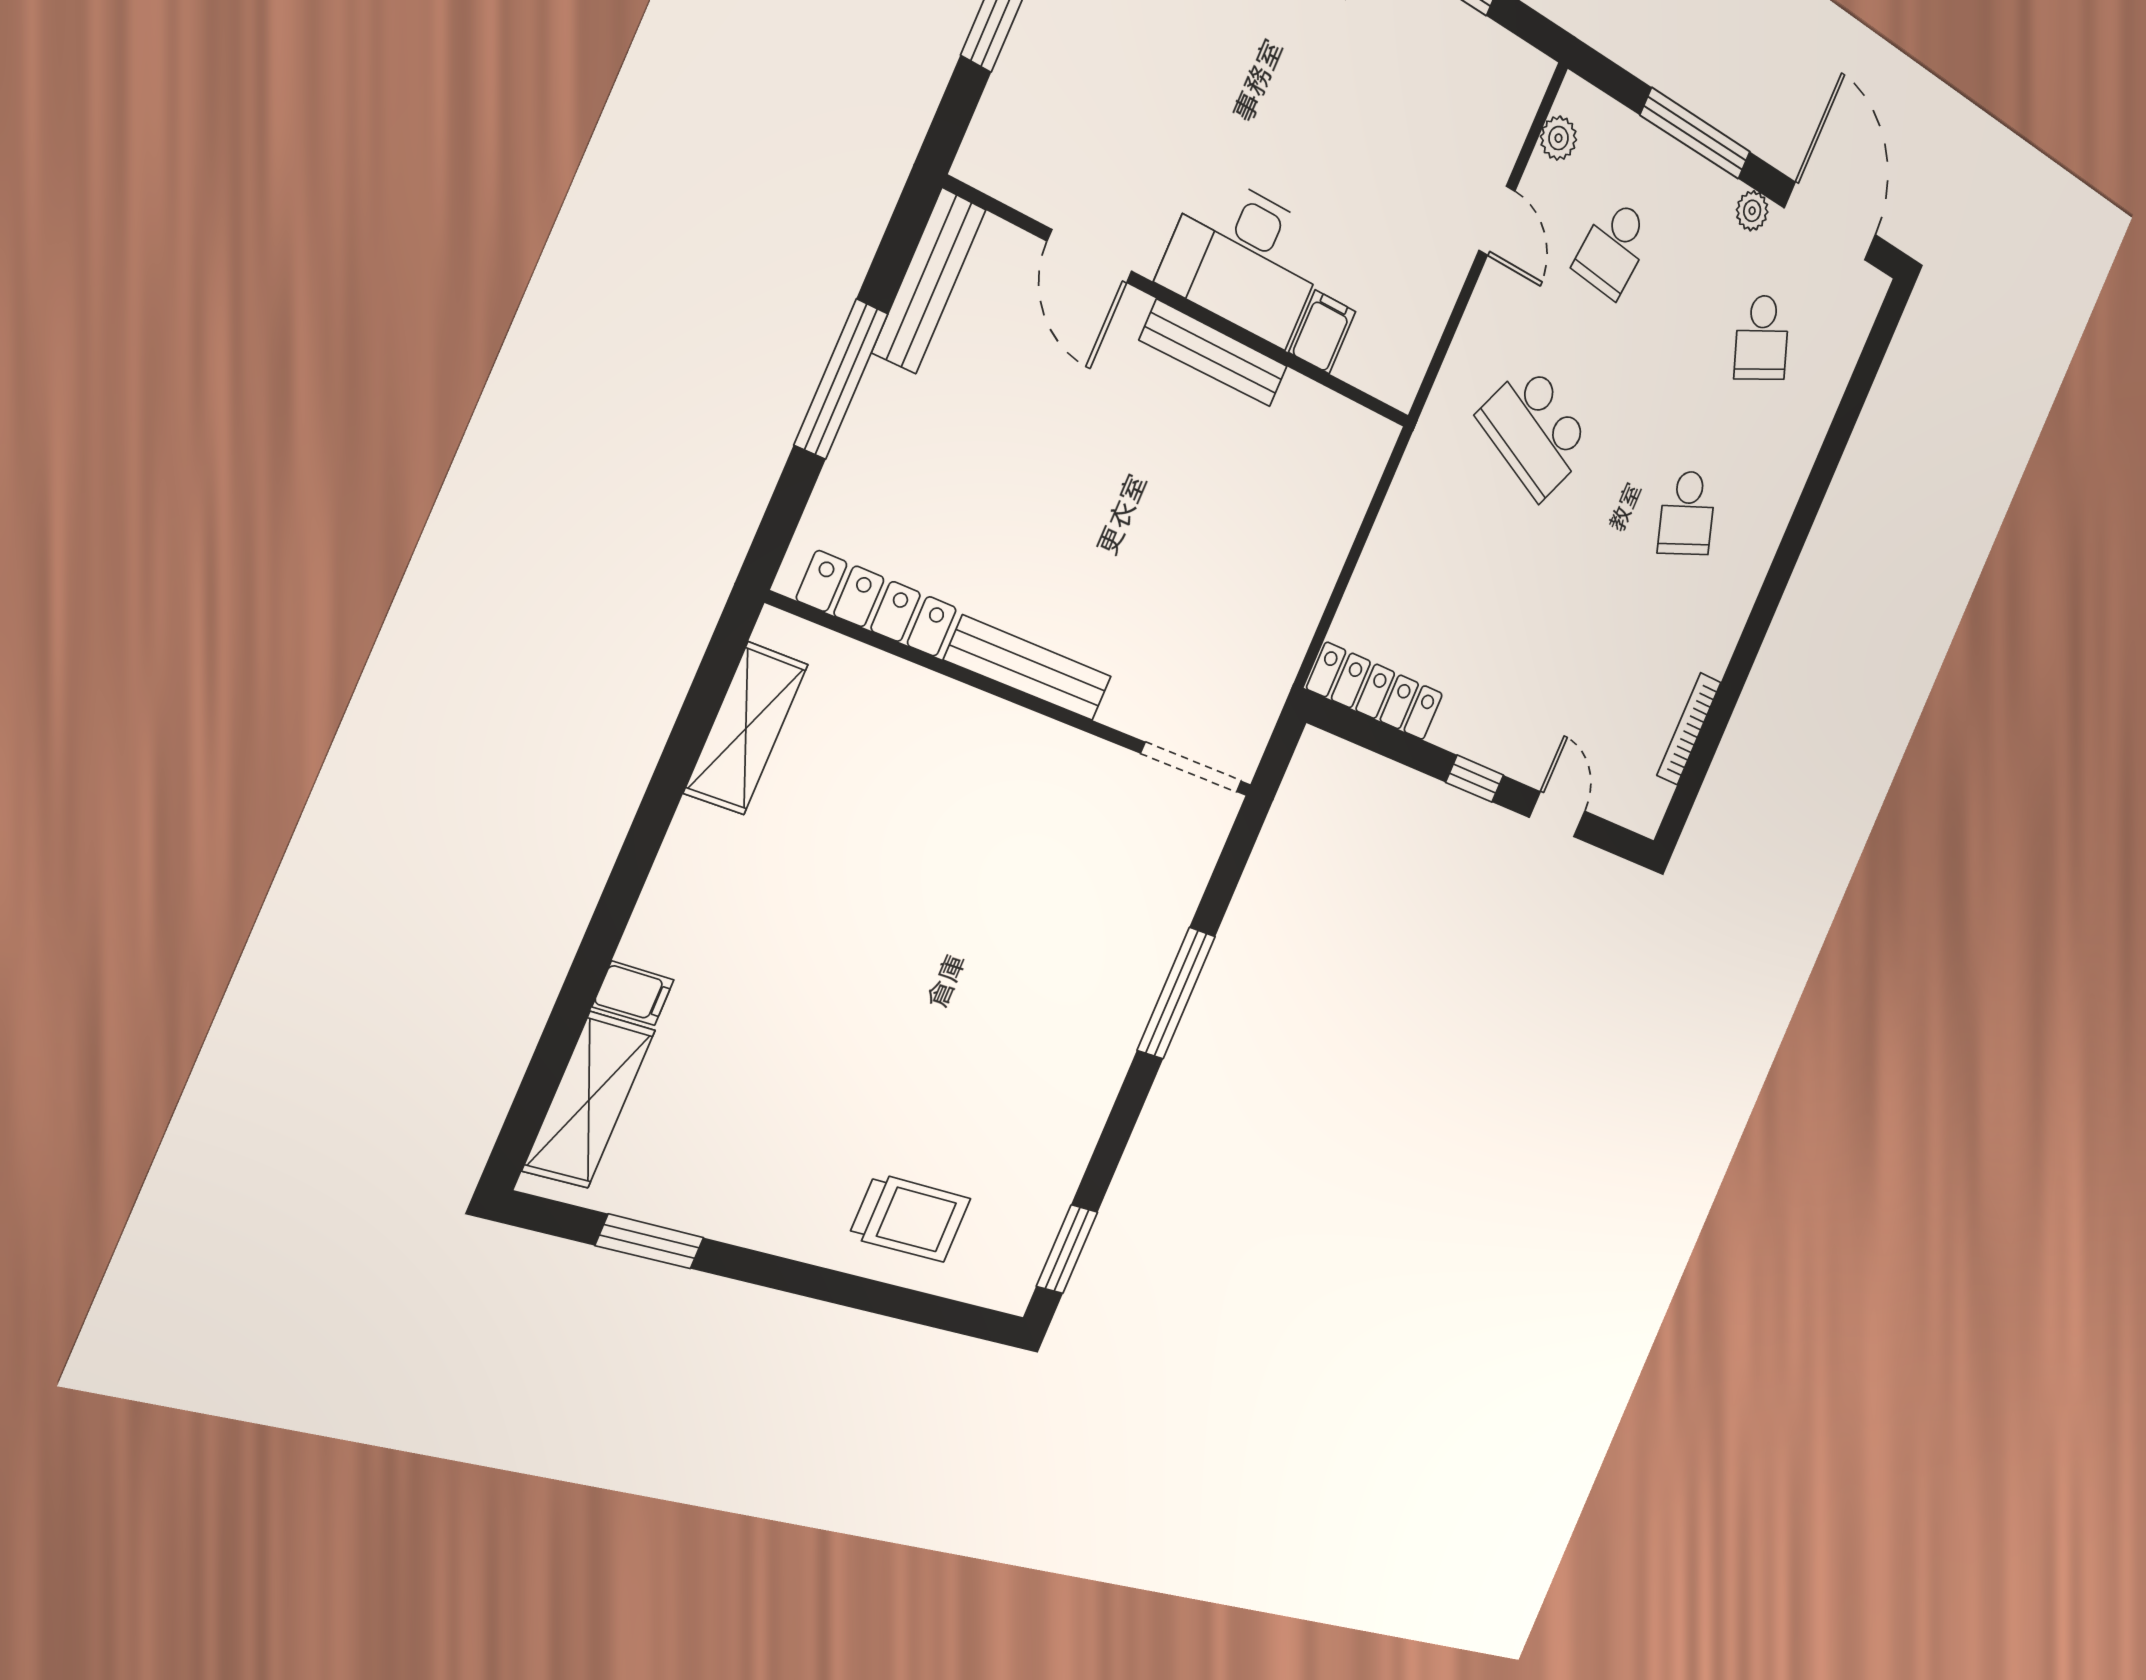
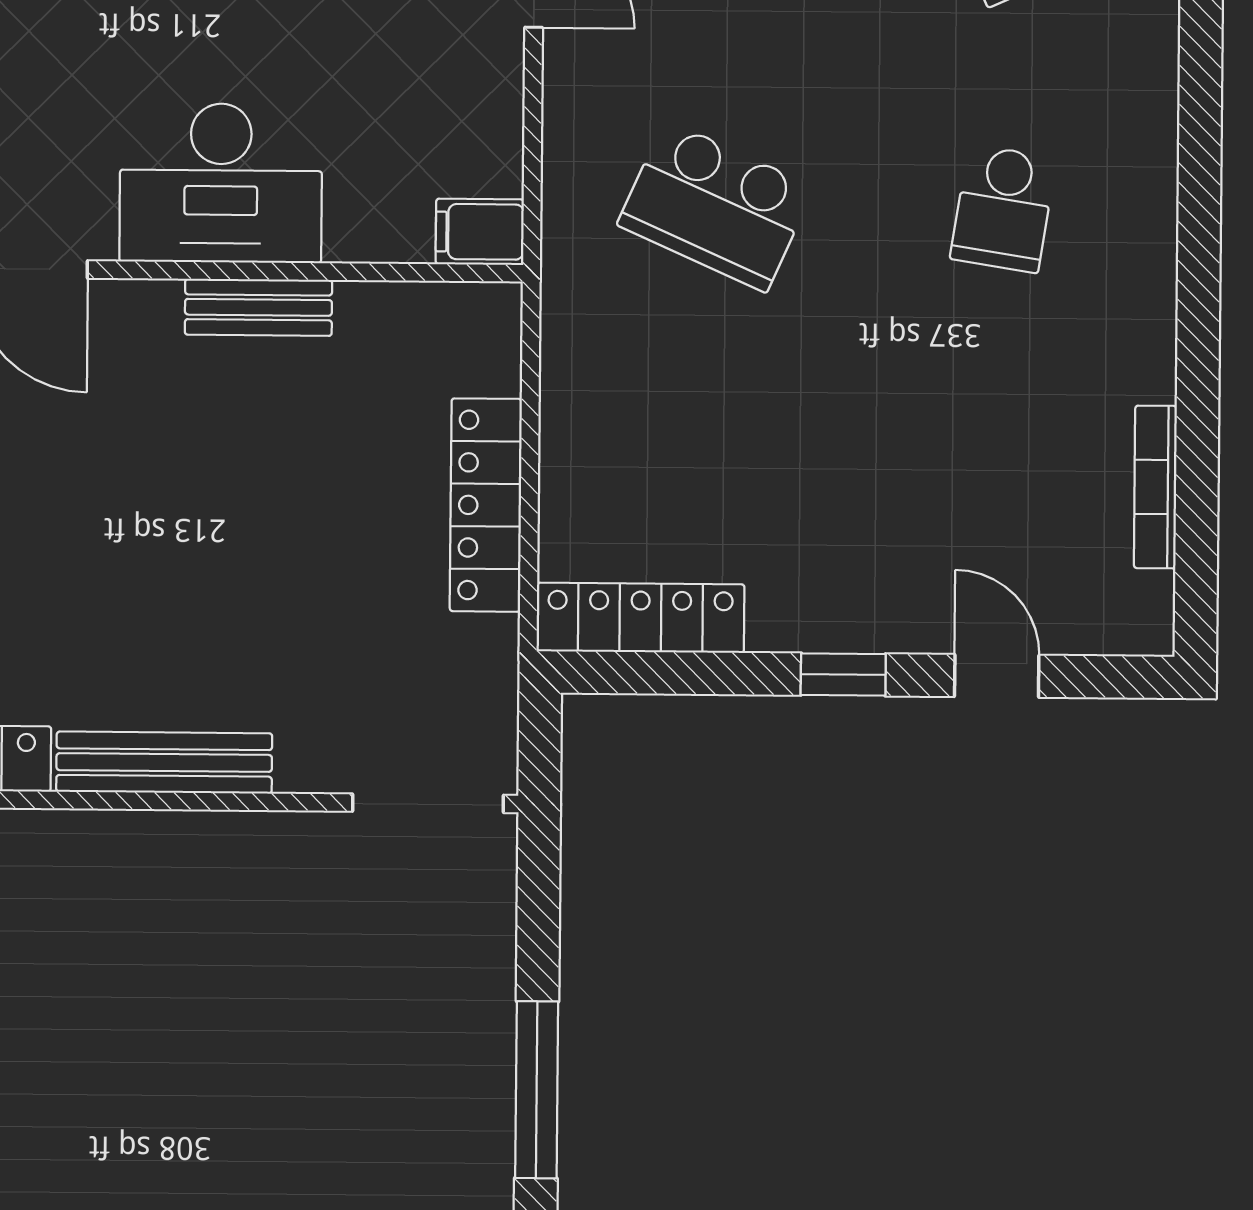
filing cabinet: (1322, 332) -> (480, 232), moved, turned -90
bench: (1214, 353) -> (258, 307), width x0.73
school desk: (1687, 513) -> (1003, 209), turned 30
locker: (1315, 572) -> (486, 505), added

